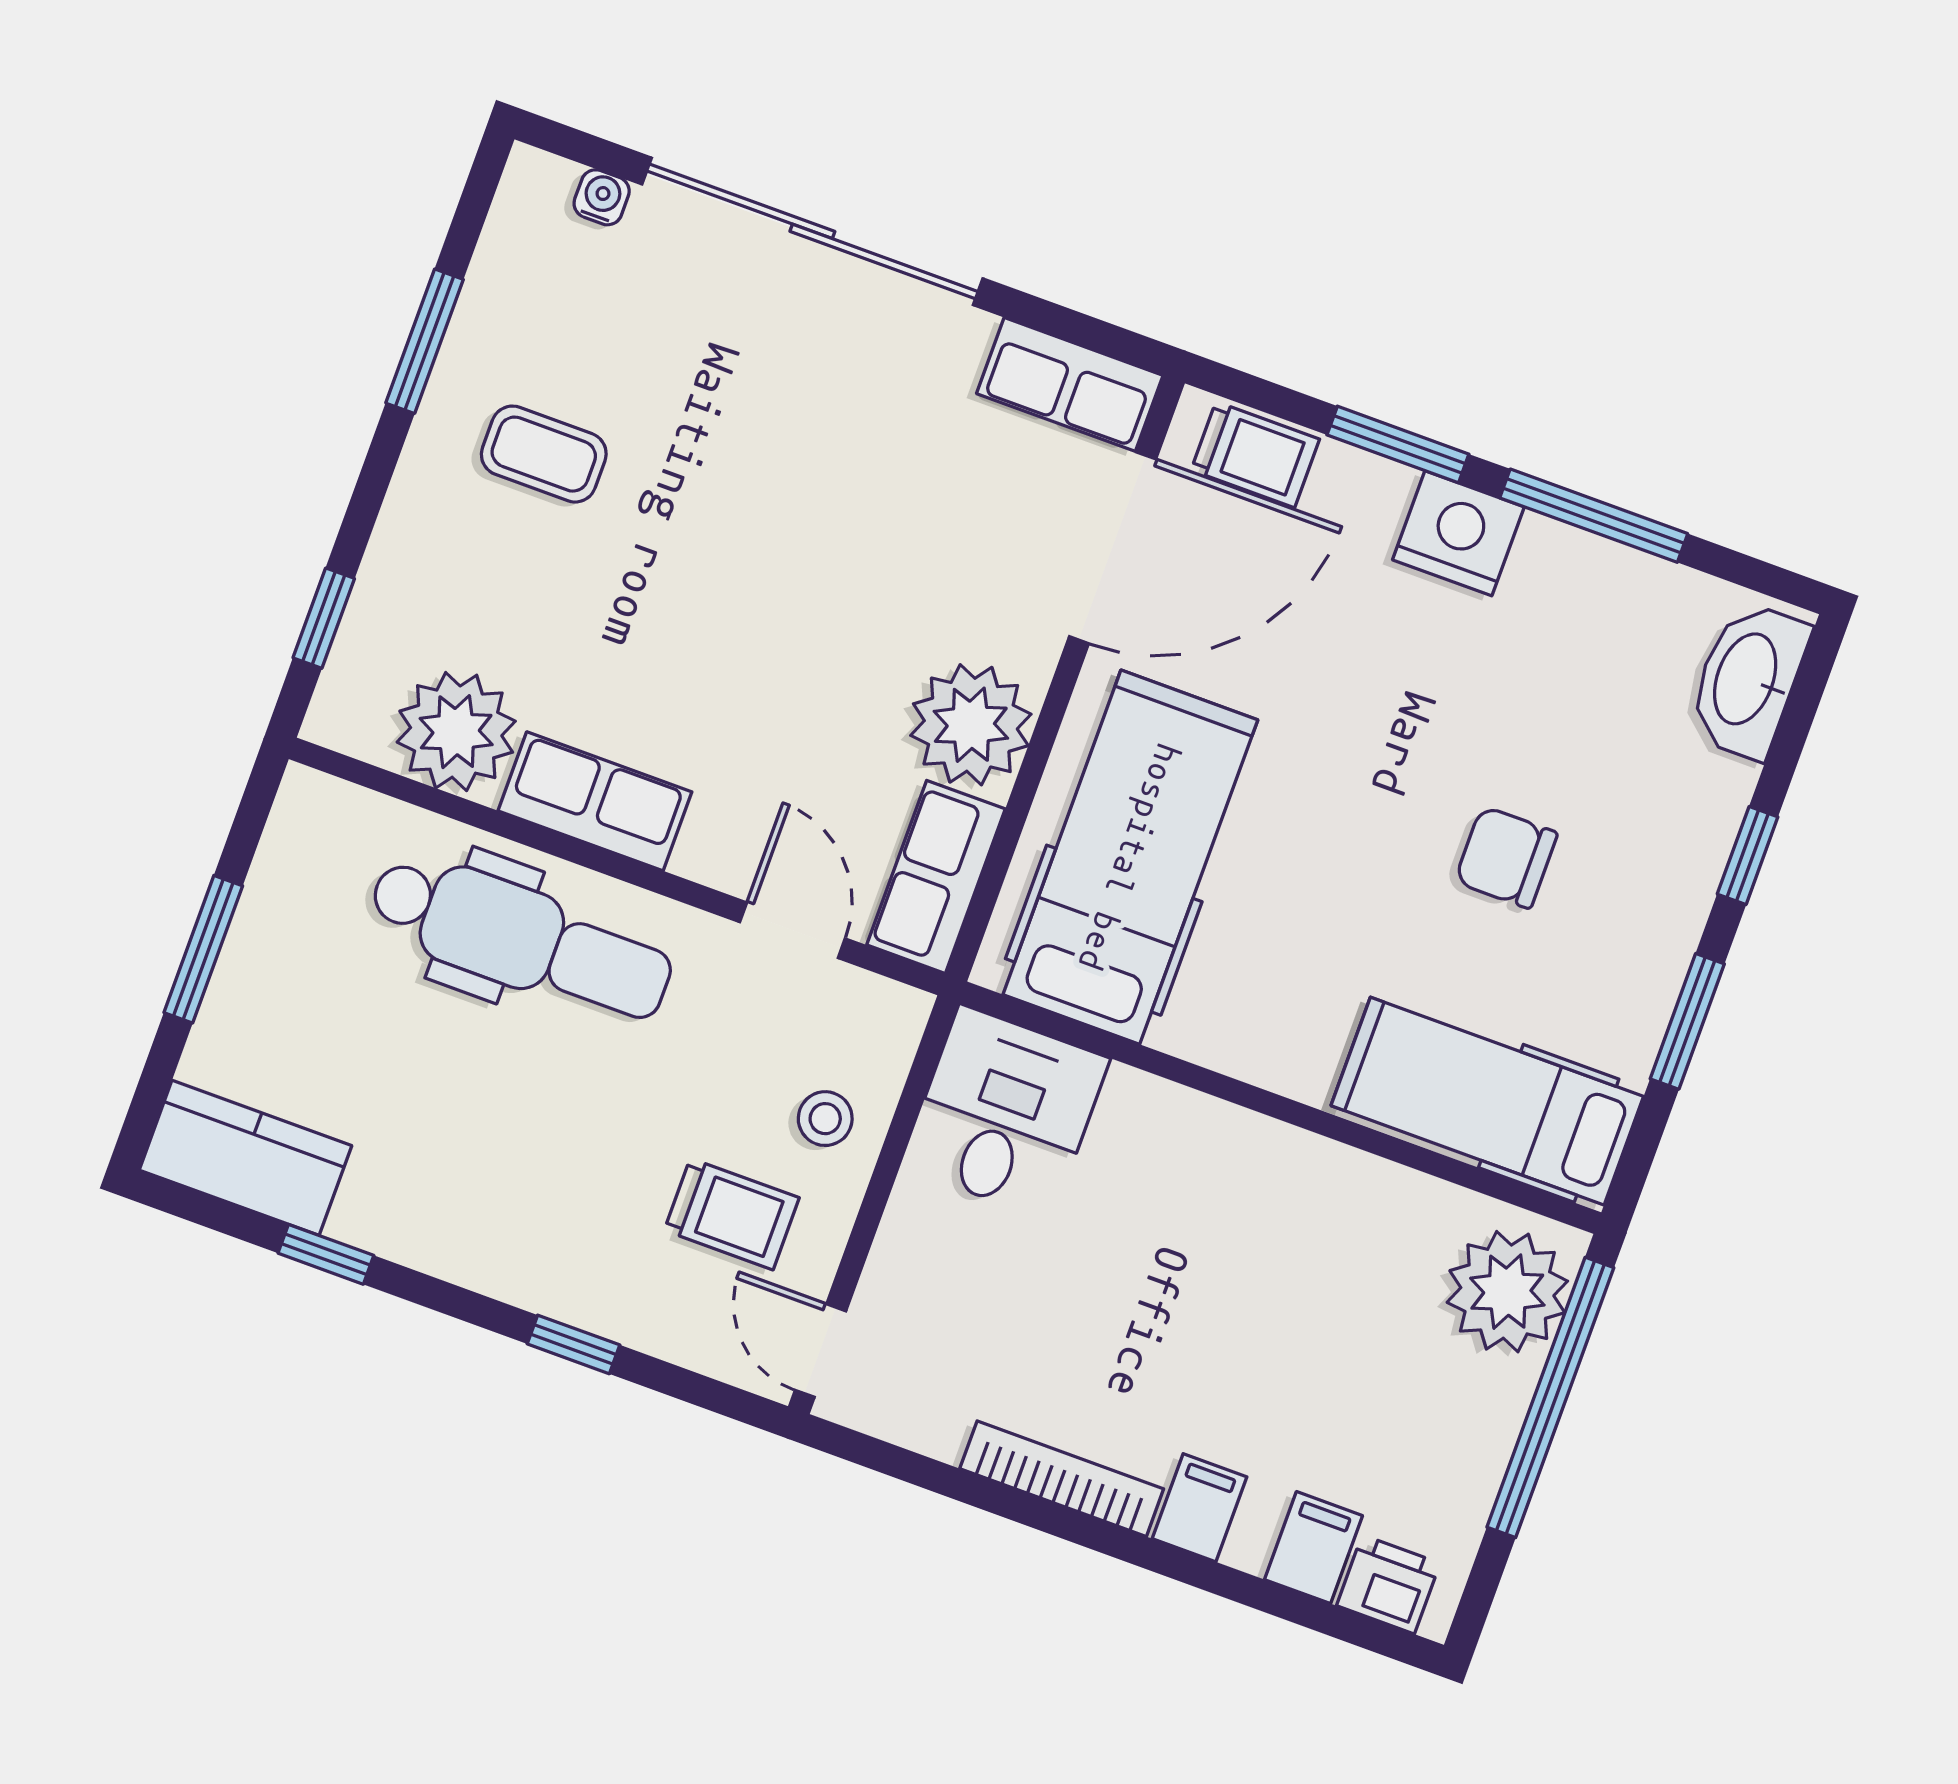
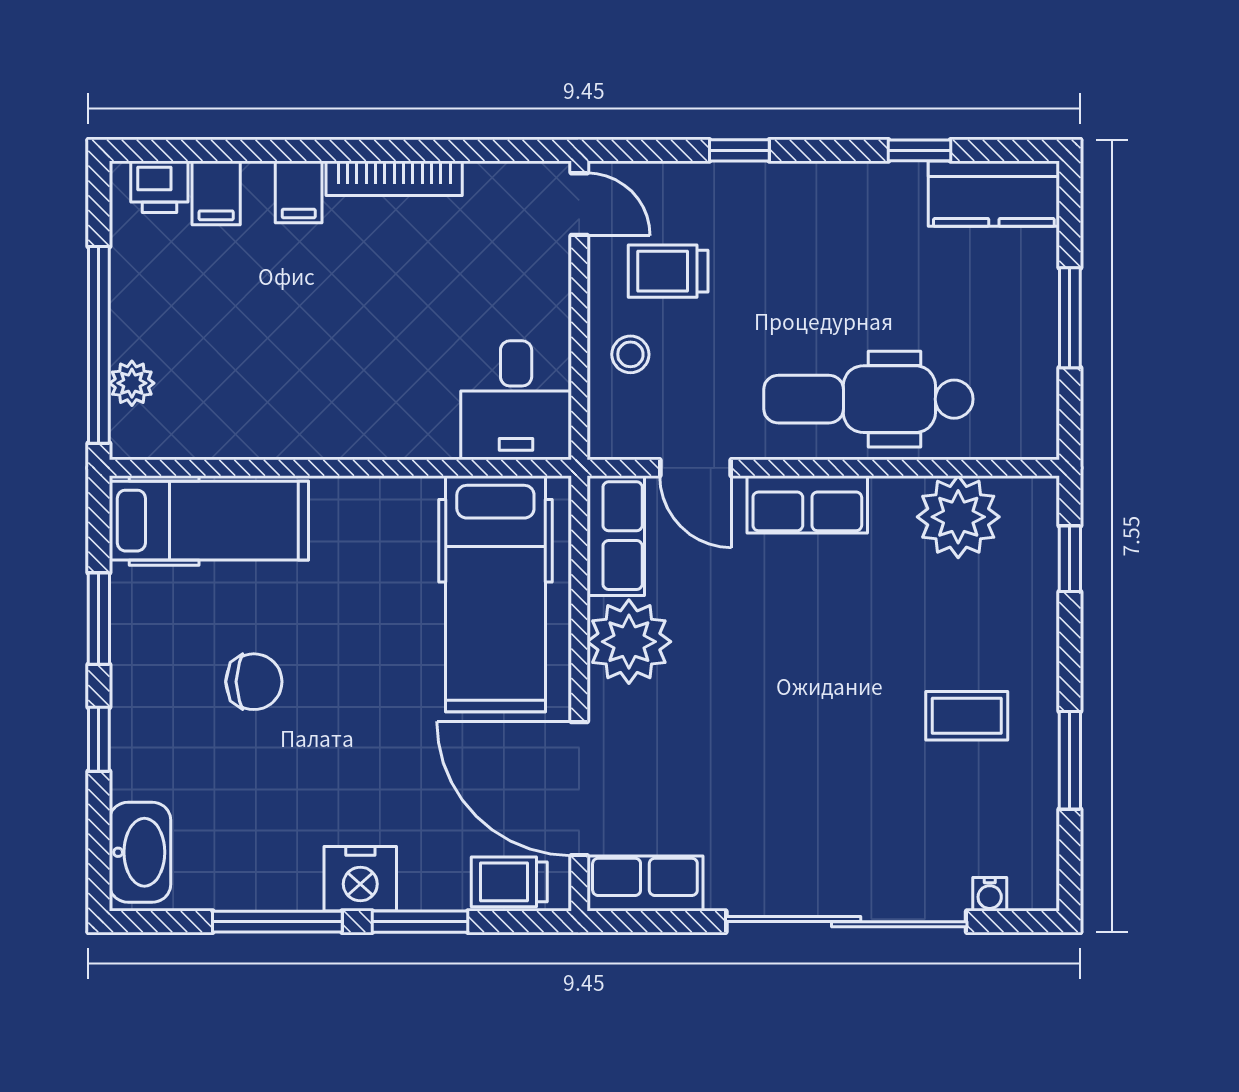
door: (1113, 548) -> (579, 789), hinge flipped
row of seats: (595, 801) -> (807, 504), moved
plant: (1507, 1292) -> (132, 383), width x0.53, depth x0.53

